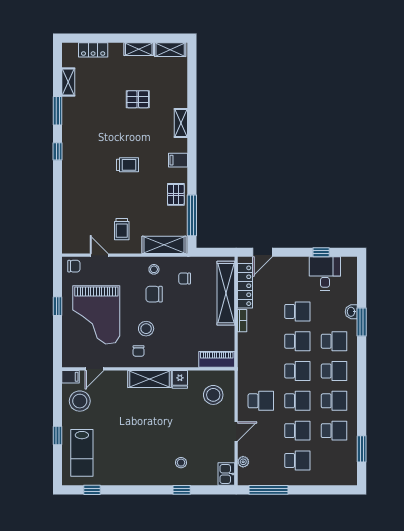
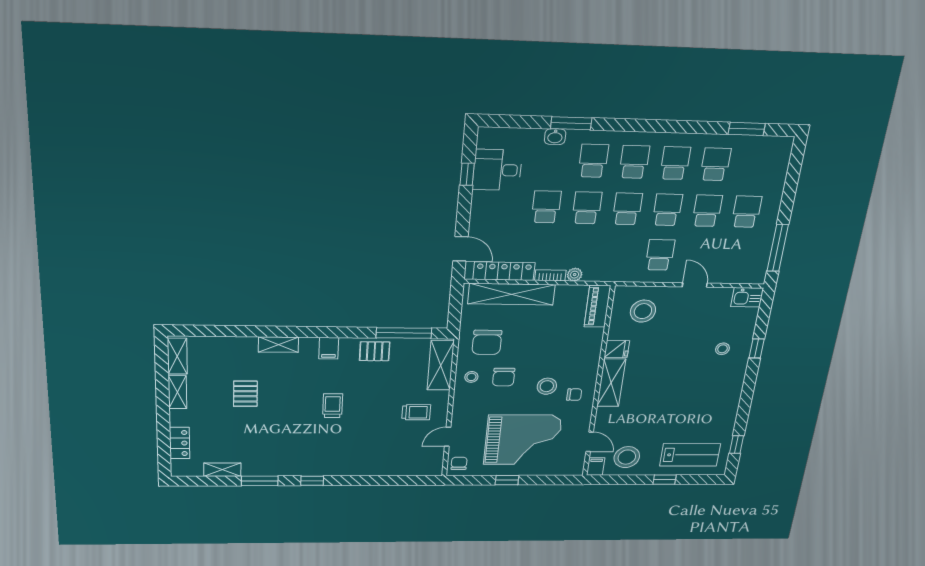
chair: (185, 278) -> (487, 342), width x1.87, depth x1.87
plant: (243, 462) -> (575, 275), moved

